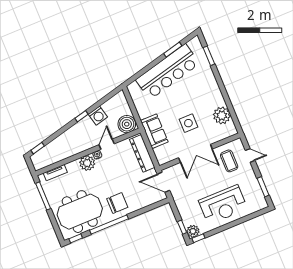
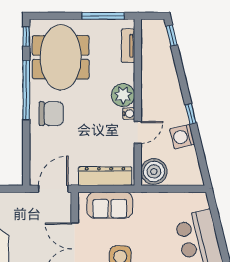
sofa: (154, 131) -> (110, 205), moved
door: (107, 144) -> (138, 132), hinge flipped
chair: (117, 203) -> (51, 114), turned -90

